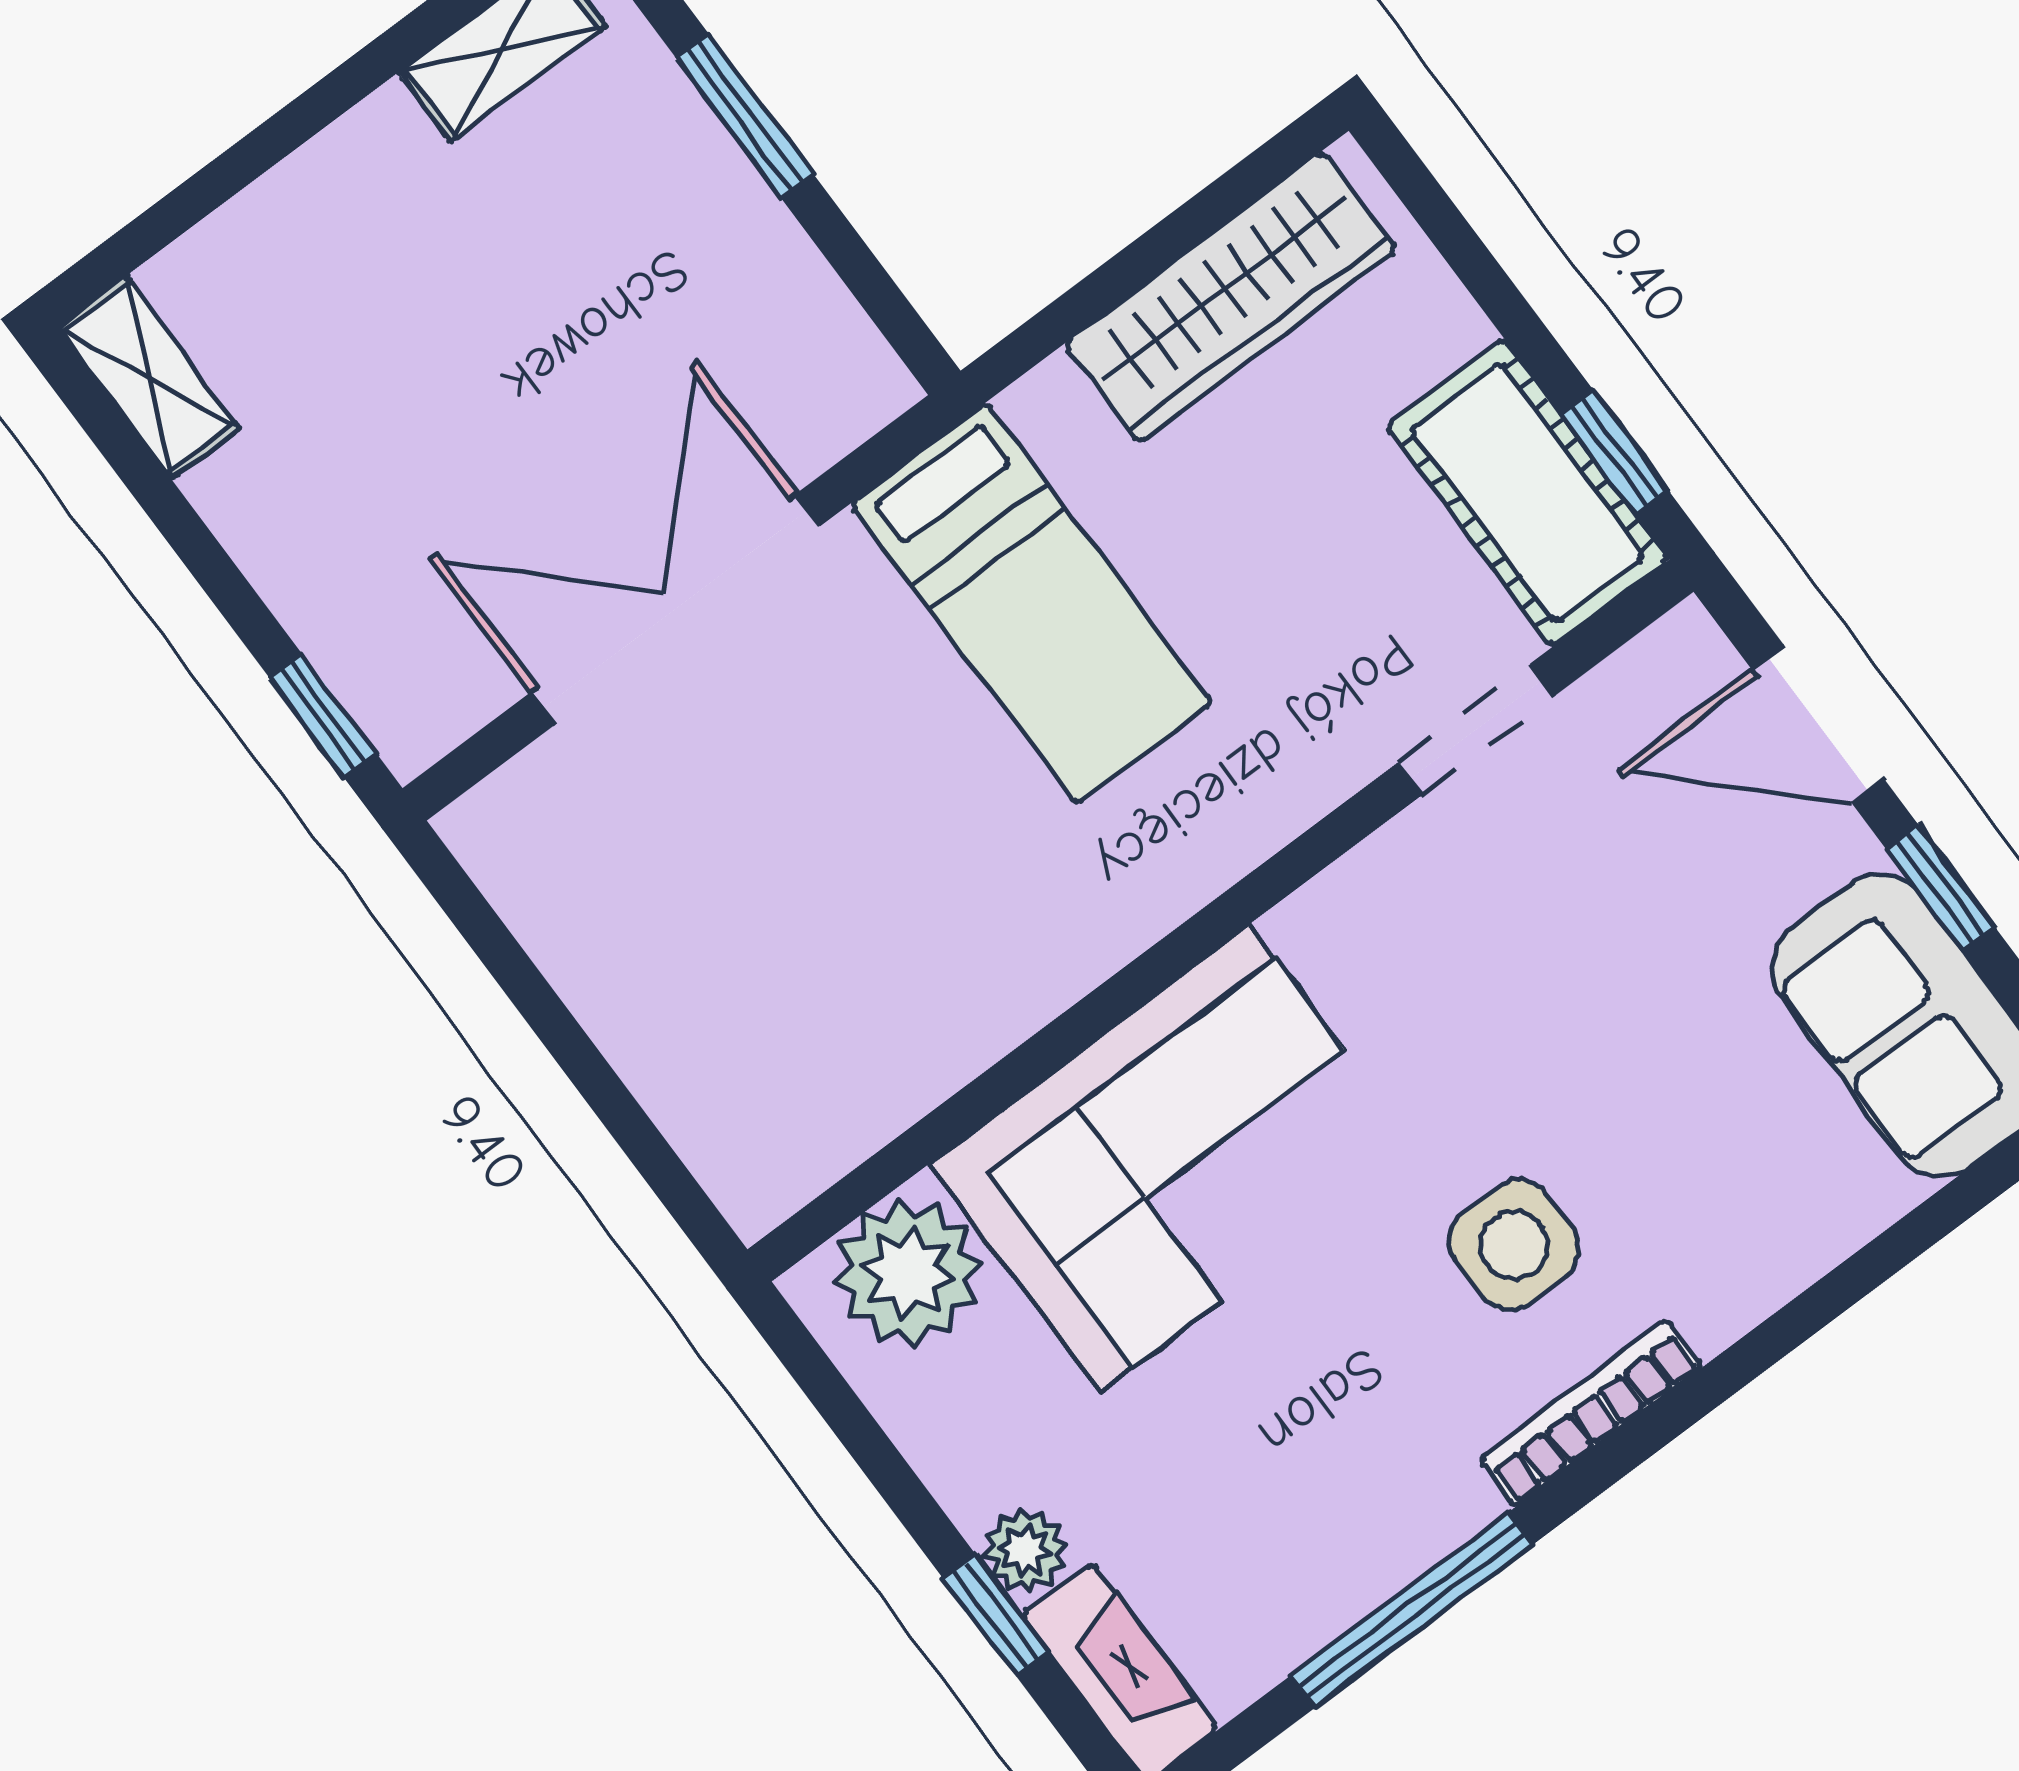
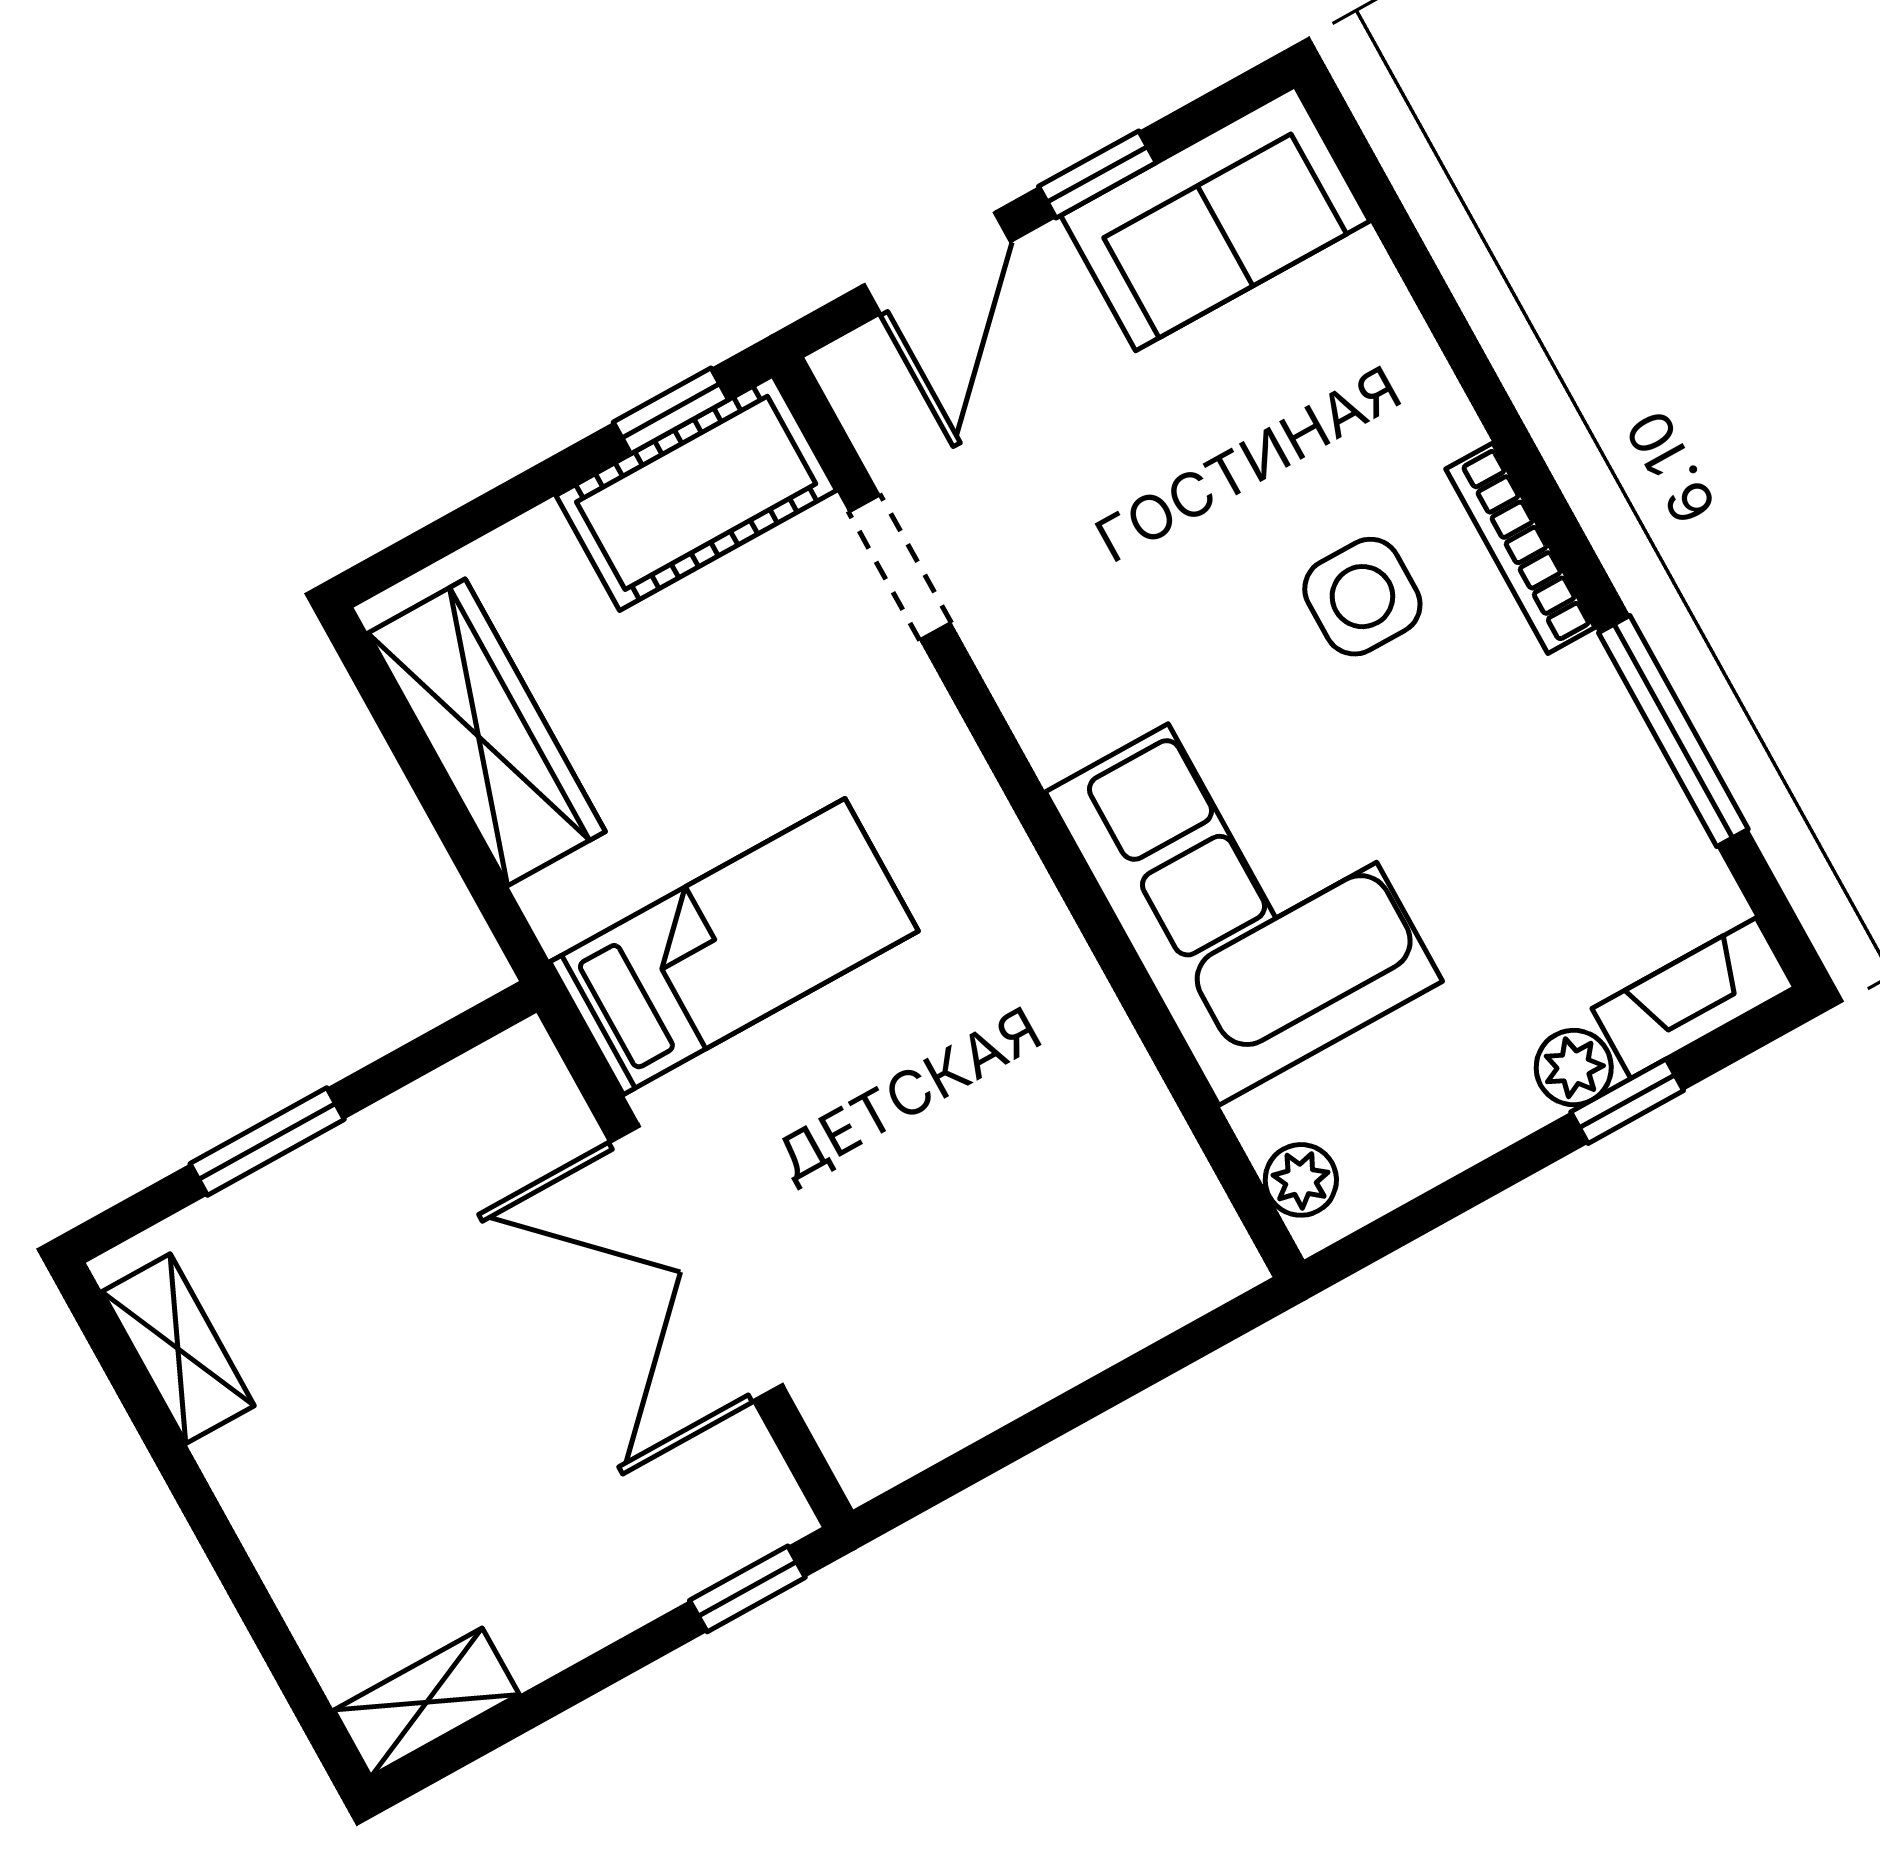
plant: (908, 1273) -> (1301, 1180), width x0.53, depth x0.53

